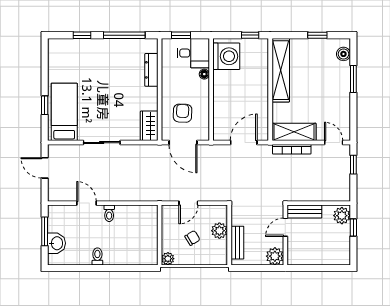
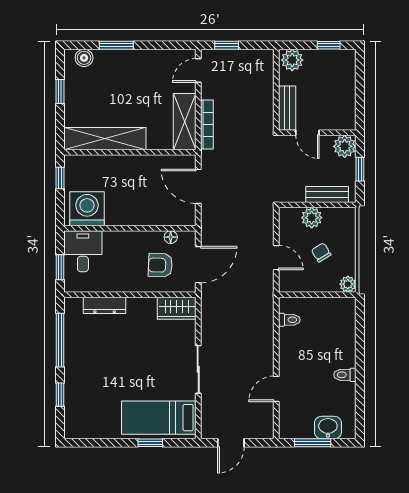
floor lamp: (204, 74) -> (171, 237), moved
toilet: (109, 213) -> (289, 320), moved
window: (353, 228) -> (329, 45), moved
window: (257, 268) -> (360, 169), added

